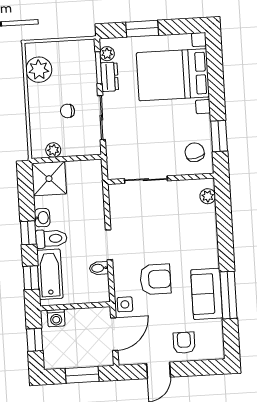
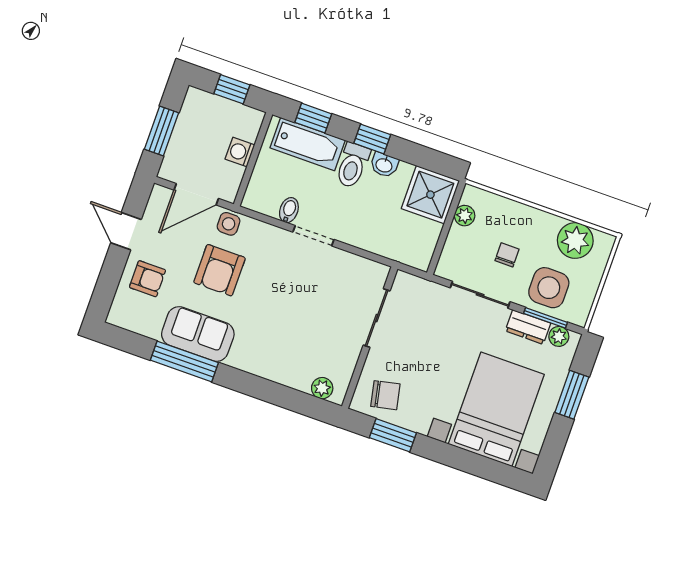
side table: (78, 74) -> (549, 288), added
armchair: (155, 279) -> (220, 270), moved
washing machine: (56, 318) -> (240, 152), moved
door: (114, 334) -> (196, 194), hinge flipped

